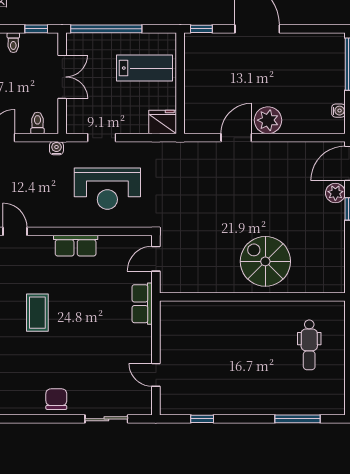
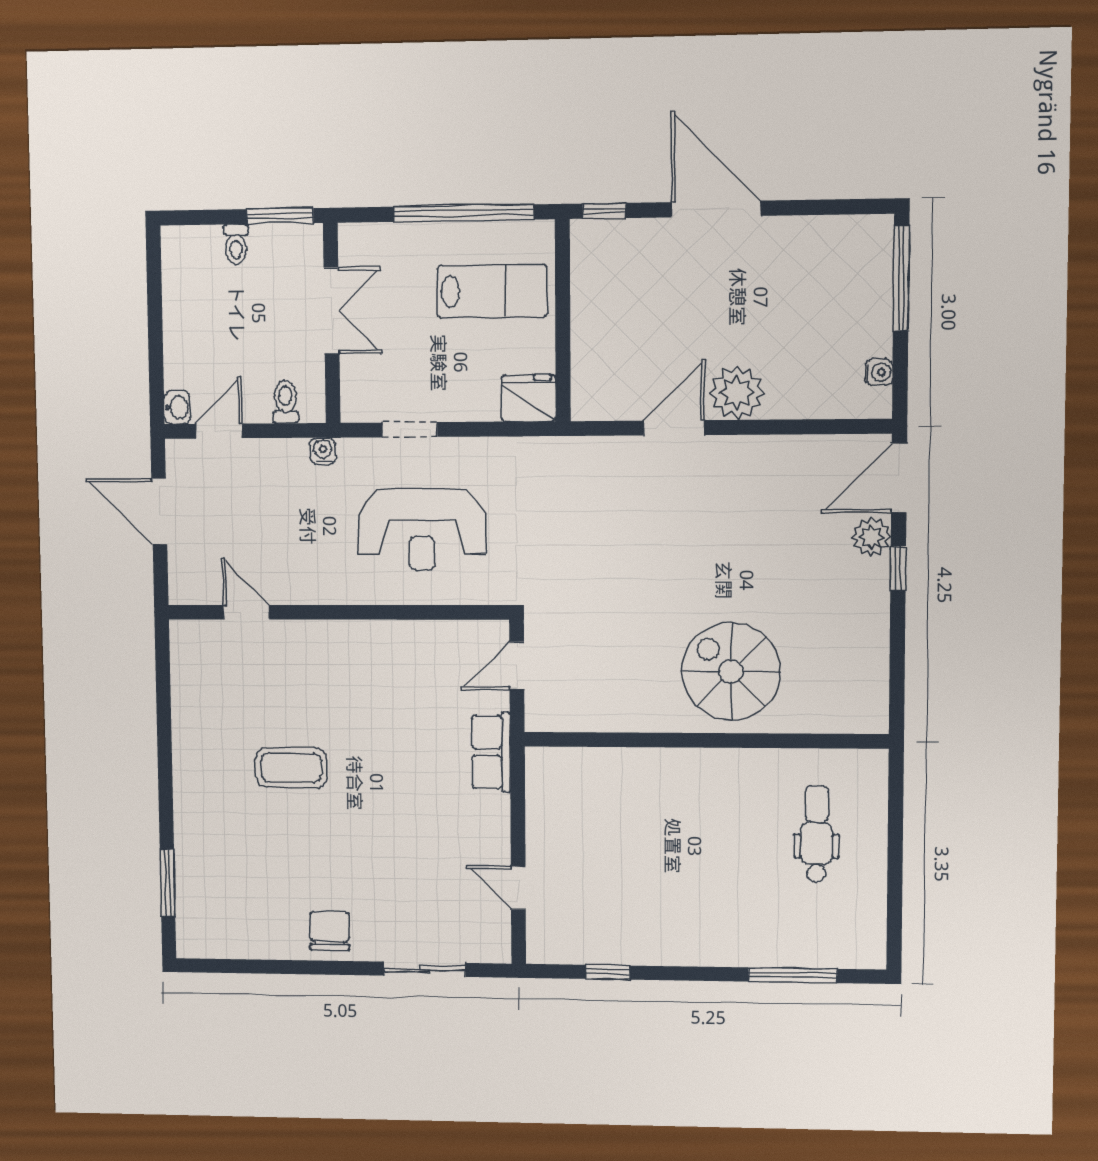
window: (36, 29) -> (280, 216), width x1.50
window: (106, 29) -> (464, 213), moved
row of seats: (76, 246) -> (362, 640), removed
coffee table: (37, 313) -> (291, 768), turned 90
dental chair: (309, 345) -> (817, 834), turned 180

